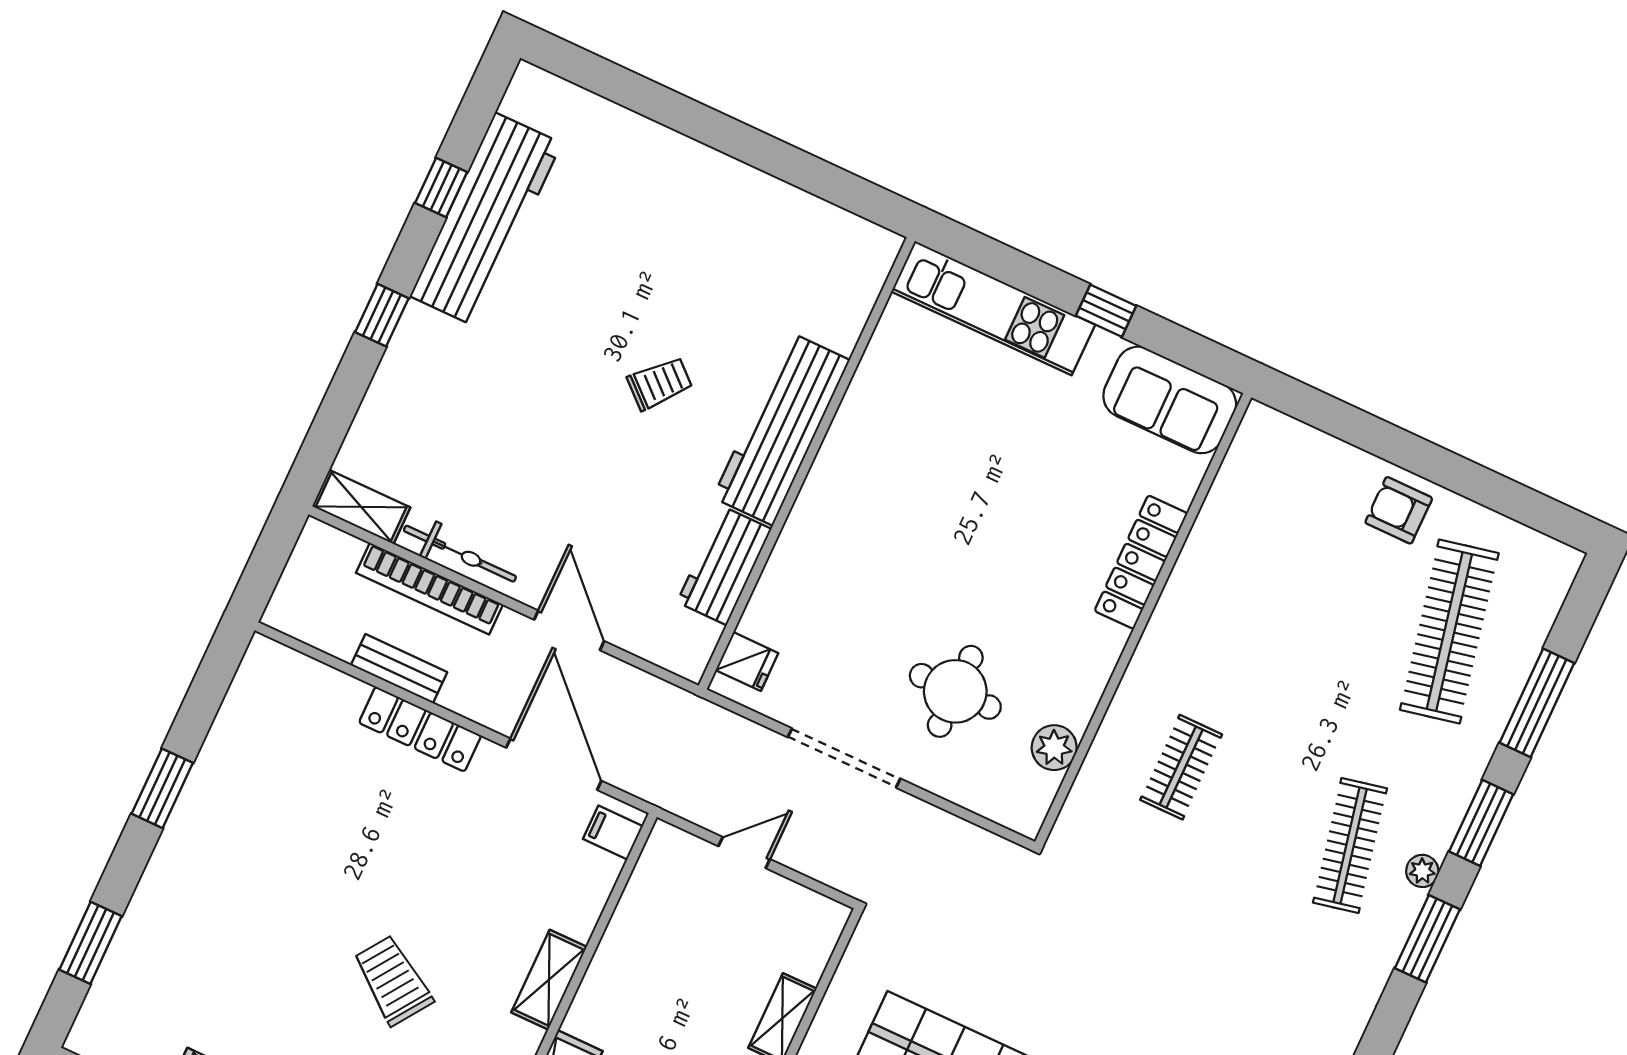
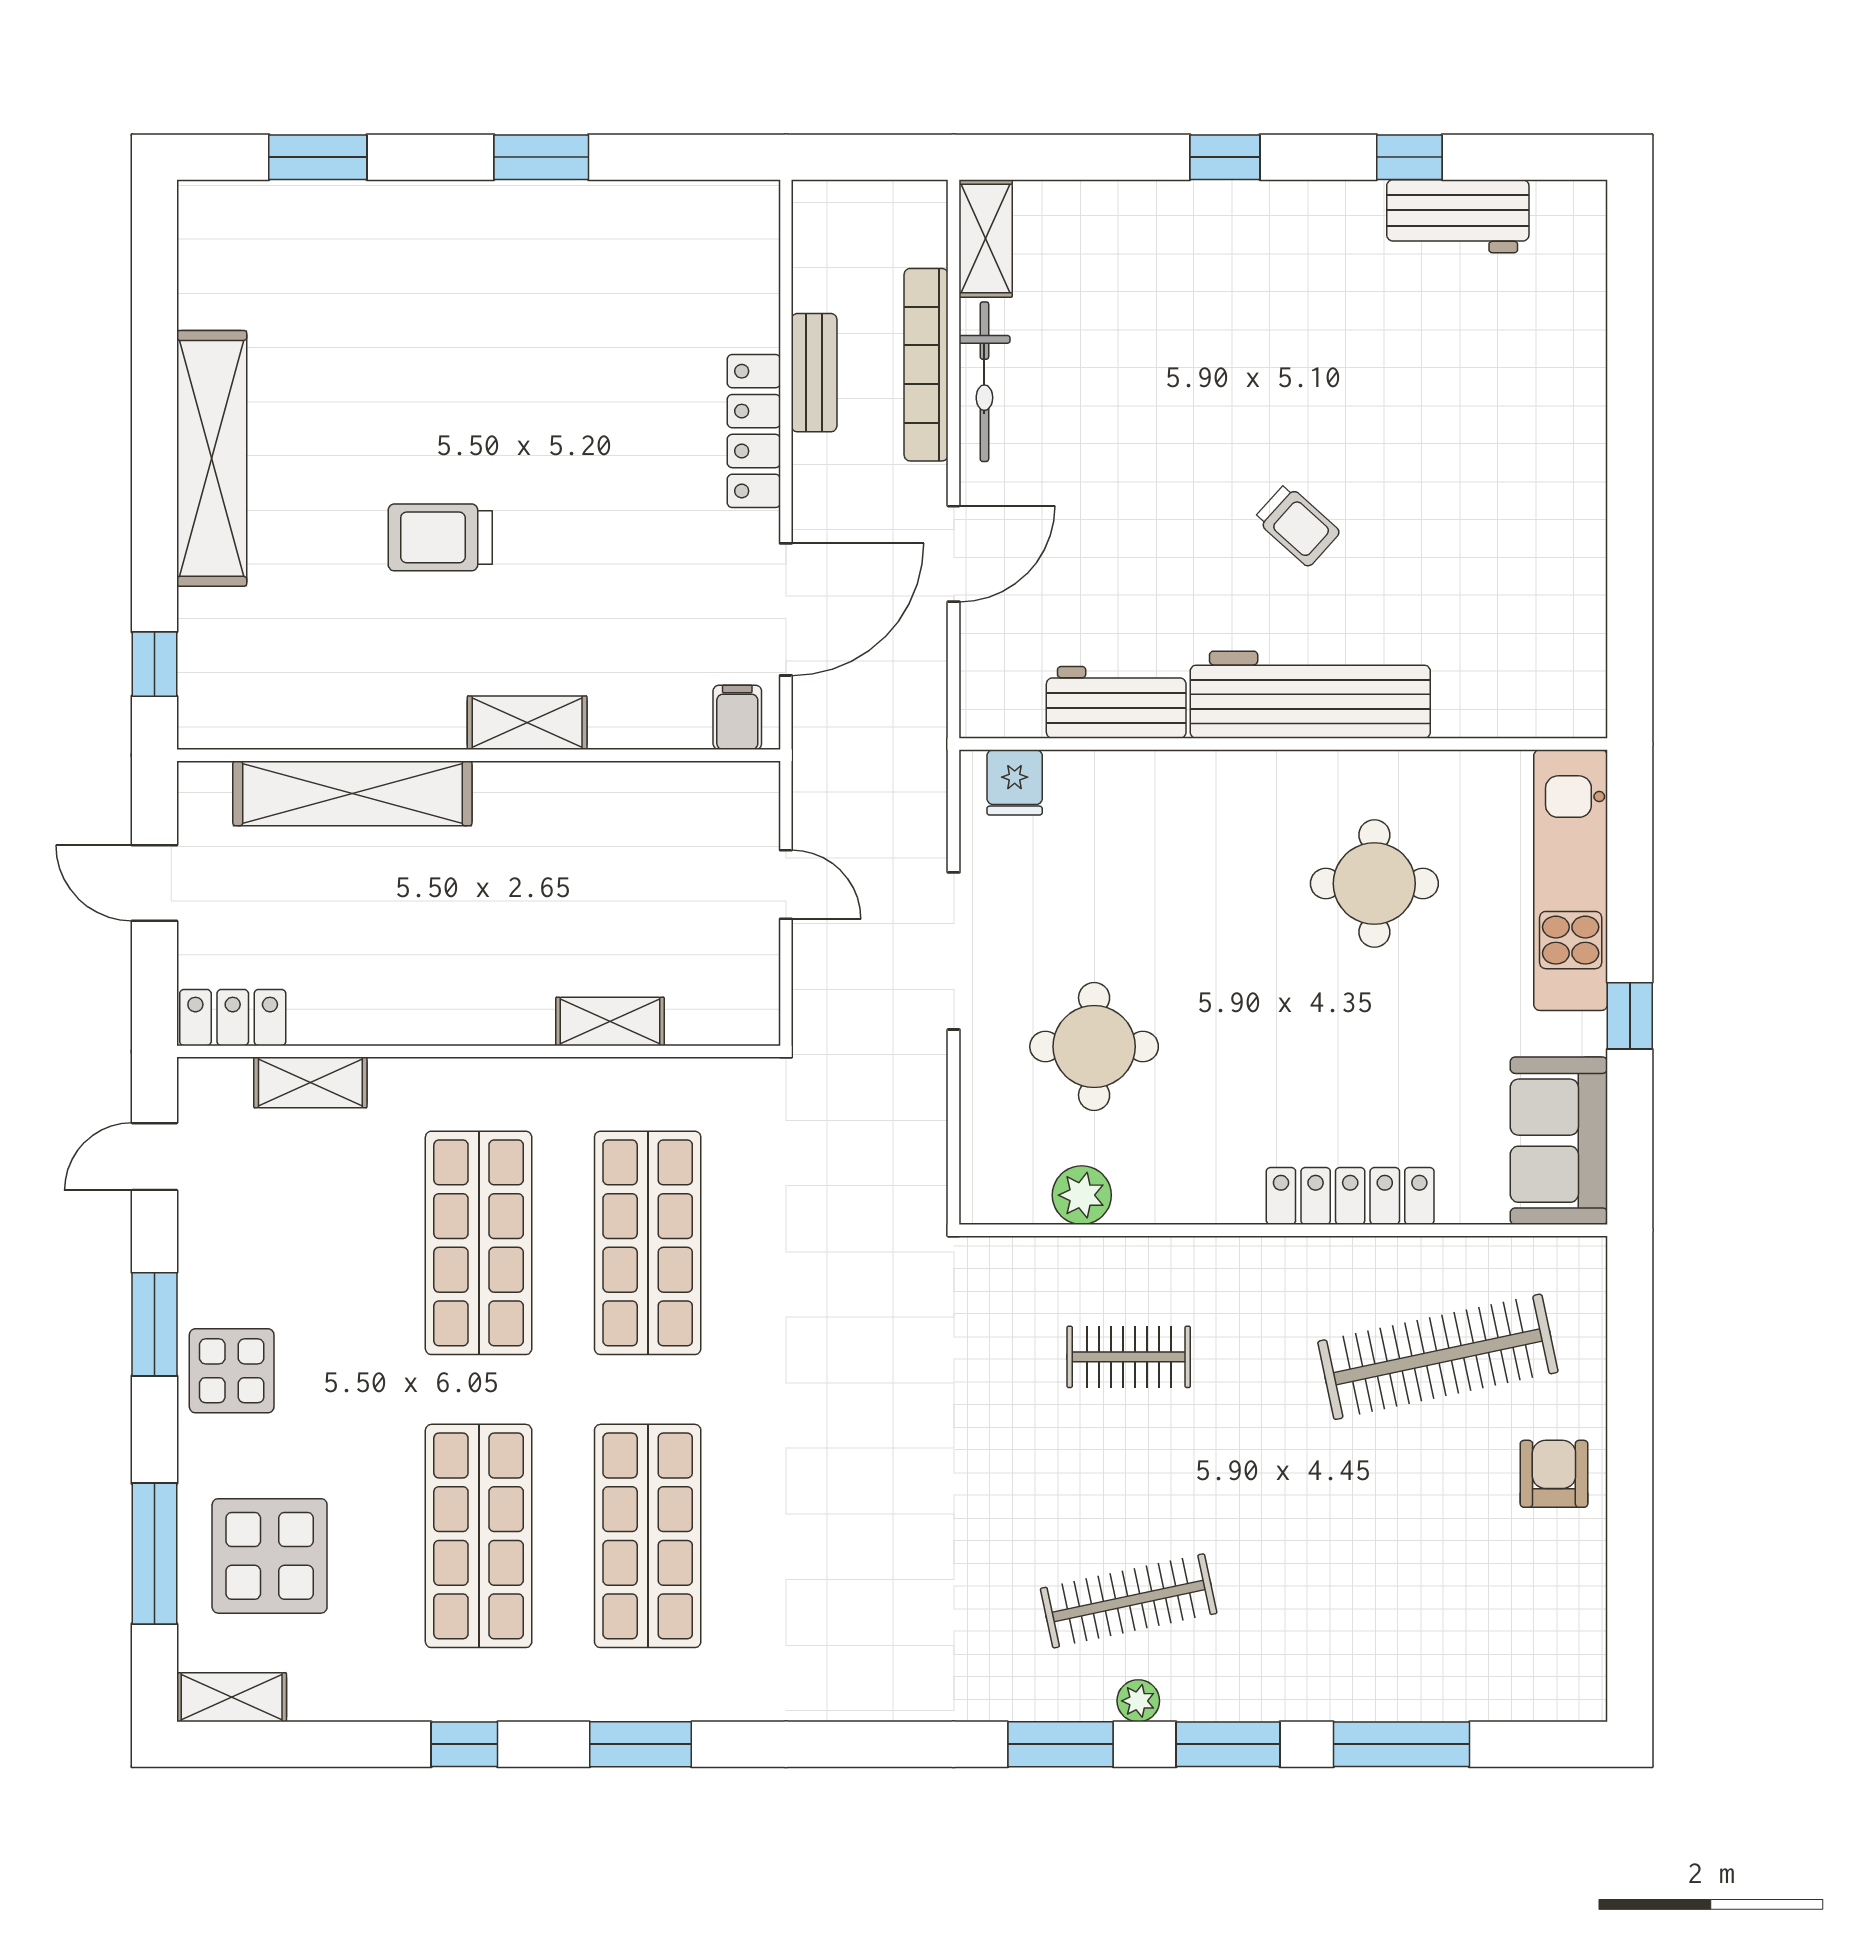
workbench: (486, 220) -> (1458, 216), width x0.53, depth x0.76
round table: (932, 445) -> (1374, 884), added
clothes rail: (1449, 632) -> (1438, 1357), moved
trolley: (393, 980) -> (440, 537), turned -125

